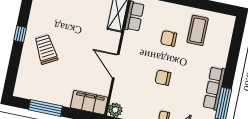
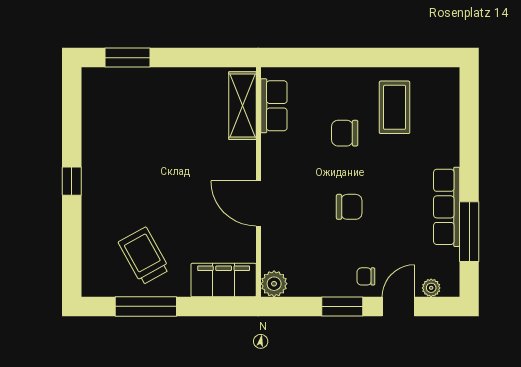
trolley: (46, 49) -> (144, 256), moved
chair: (163, 78) -> (349, 207), turned 180

